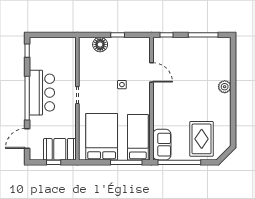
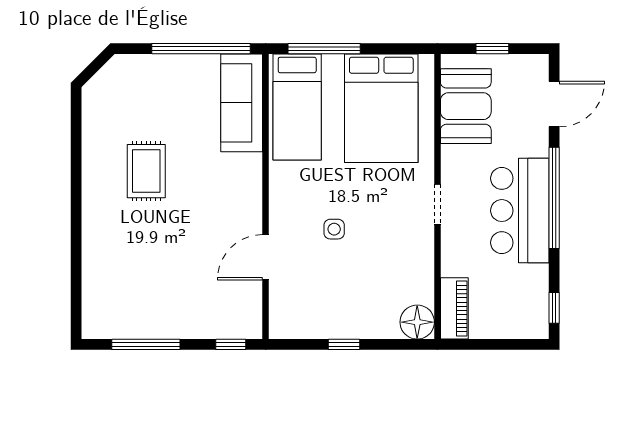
floor lamp: (100, 44) -> (417, 322), moved
piano: (70, 50) -> (454, 308), added
door: (151, 72) -> (266, 257), hinge flipped
plant: (225, 87) -> (96, 224), removed
rug: (202, 139) -> (146, 171), moved, width x0.73, depth x0.70
sofa: (162, 145) -> (242, 103), width x1.36
booth: (60, 149) -> (466, 106), moved, turned 90

